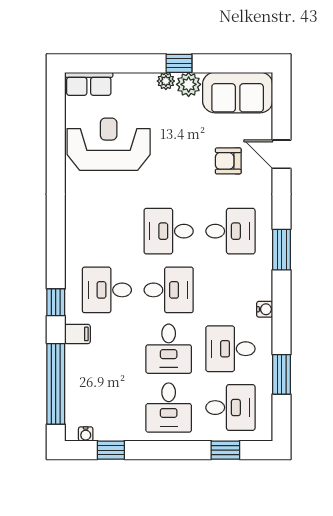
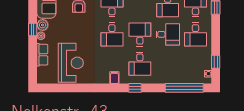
row of seats: (89, 84) -> (42, 55), moved
reception desk: (109, 144) -> (71, 63), turned 180
window: (56, 302) -> (135, 88), moved
filing cabinet: (77, 334) -> (114, 78), moved
desk: (169, 408) -> (195, 34), turned 90

